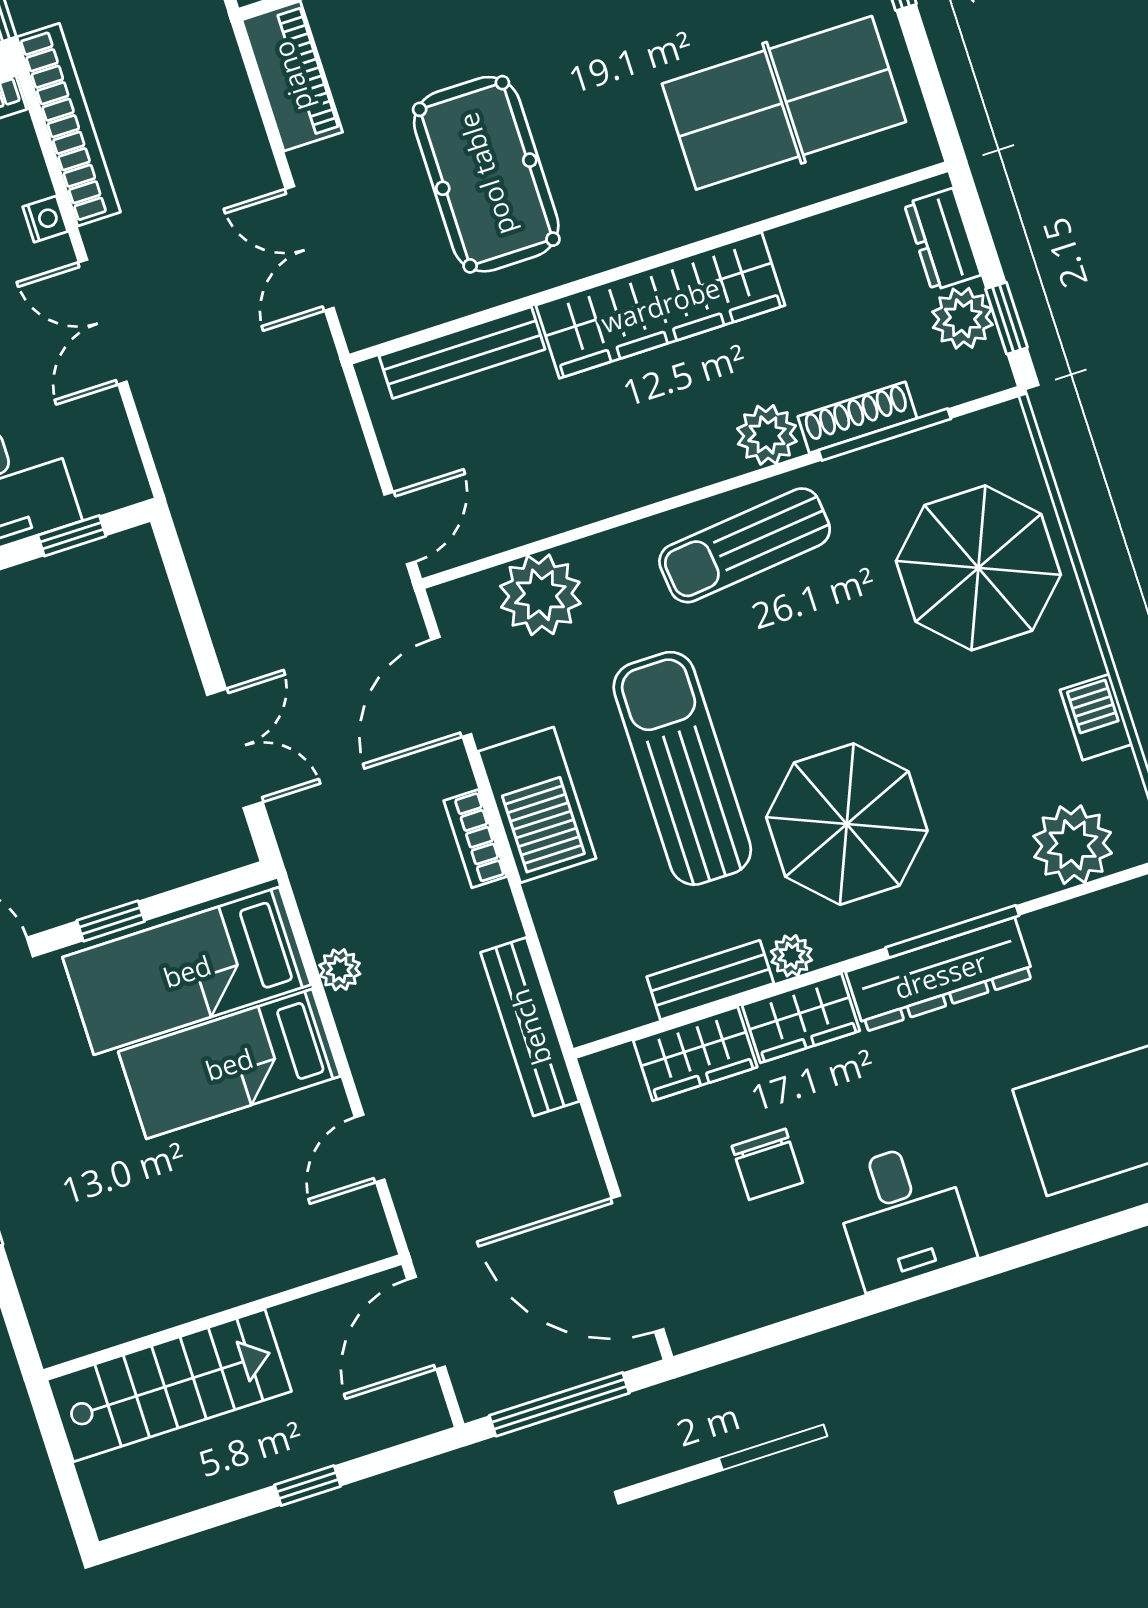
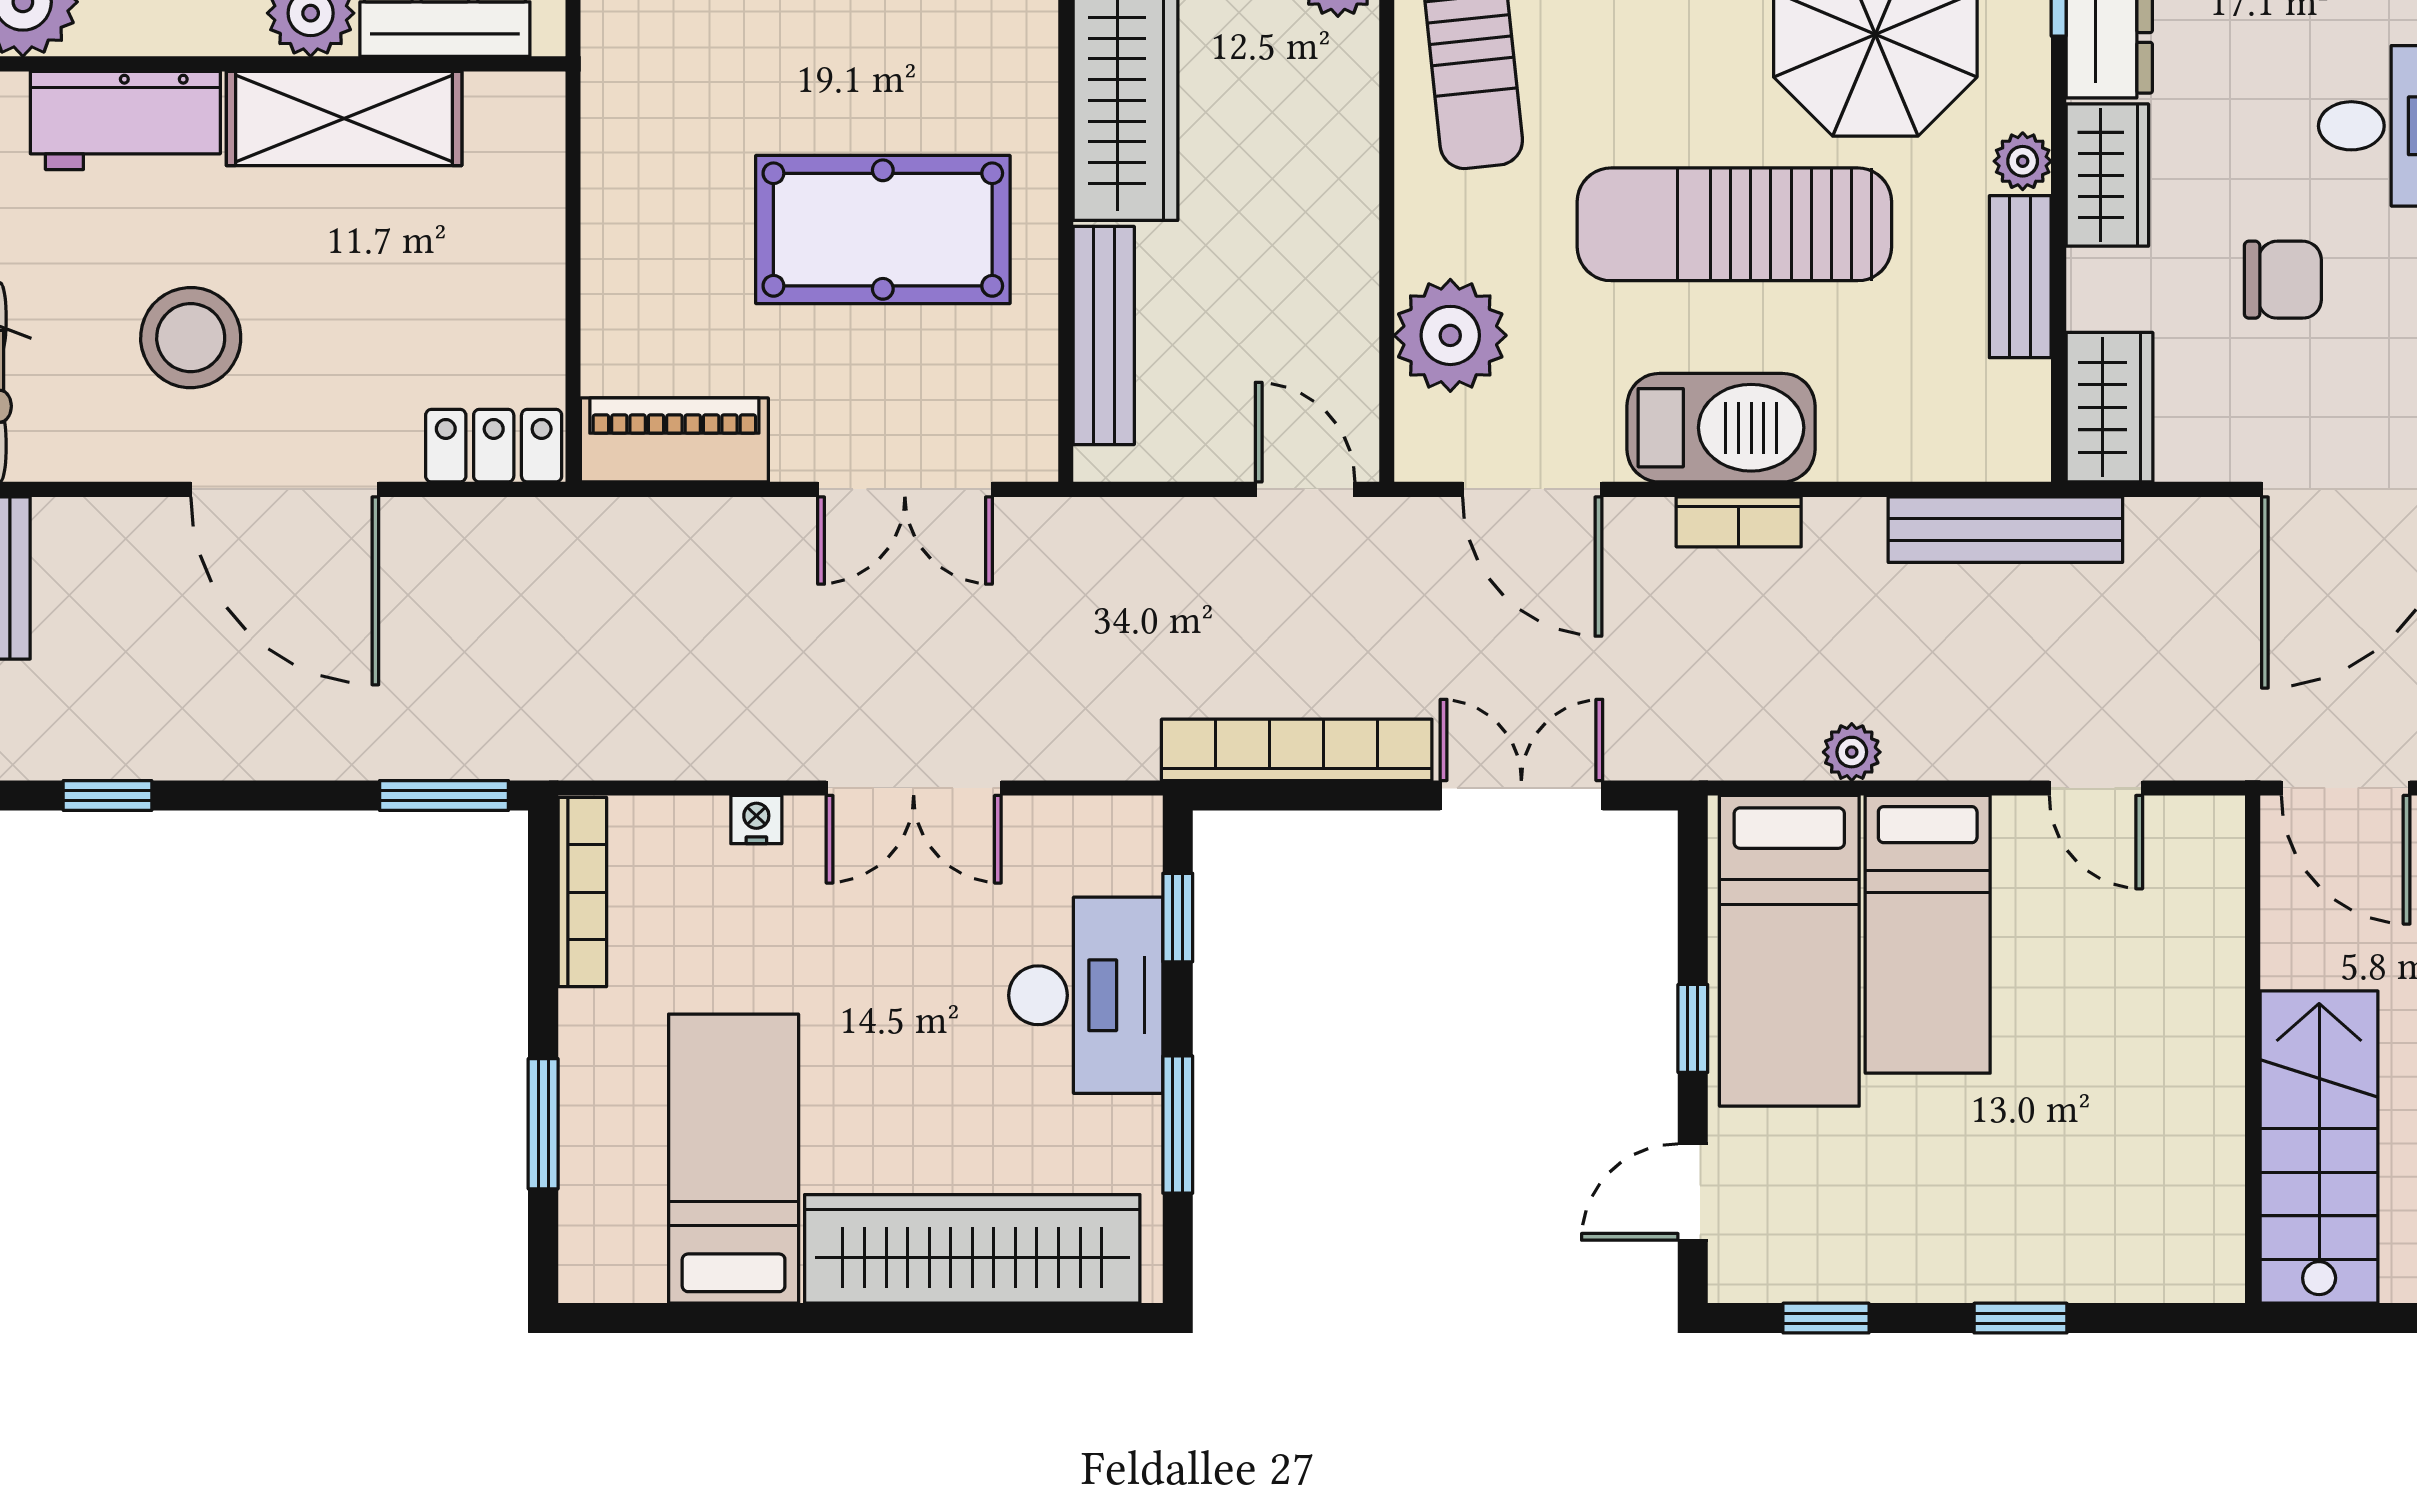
bookcase: (69, 125) -> (1297, 750), moved
wardrobe: (695, 1054) -> (2109, 407), moved

